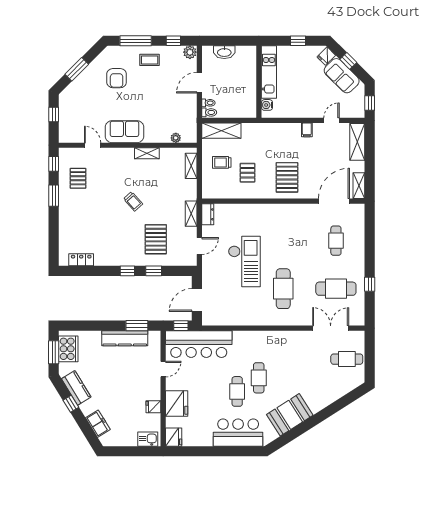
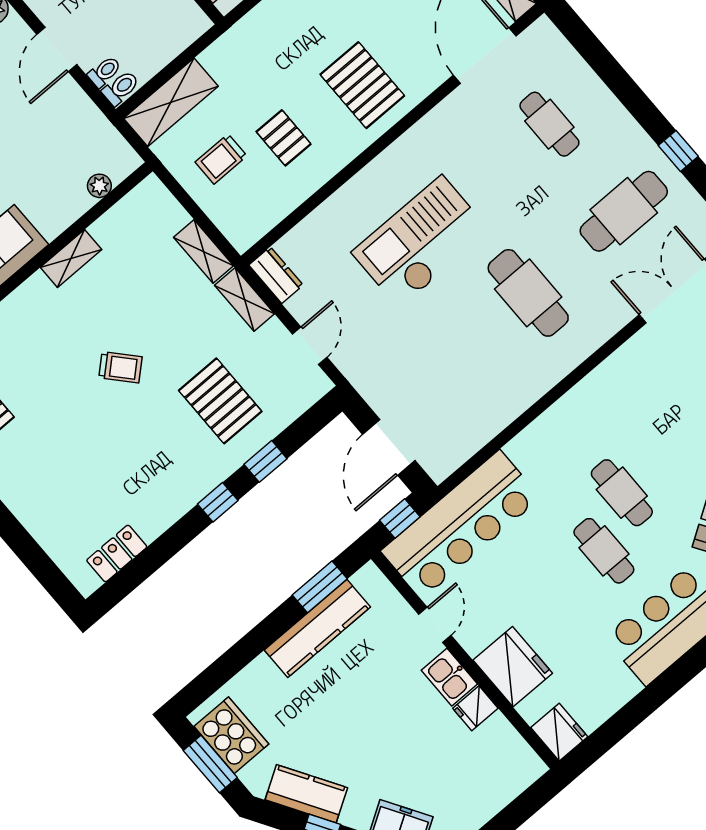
shelving: (191, 166) -> (204, 251), moved
checkout: (244, 262) -> (421, 242), moved, turned -90
kitchen sink: (148, 439) -> (449, 677), moved, turned -90

